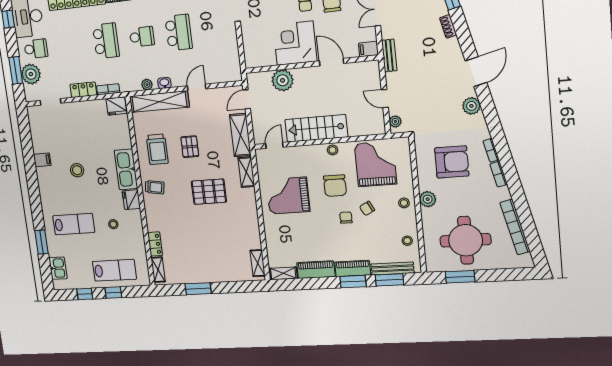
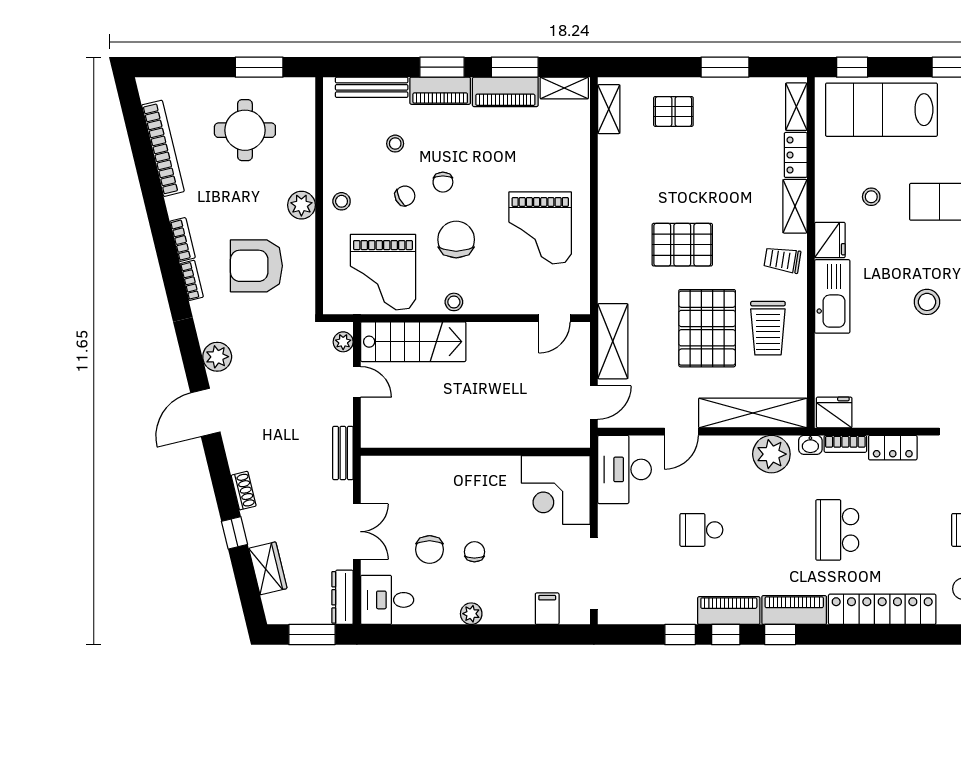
school desk: (179, 33) -> (701, 530), width x0.54
school desk: (142, 37) -> (769, 530), removed
corner desk: (295, 43) -> (556, 490), moved, turned 90
filing cabinet: (368, 49) -> (376, 467), removed
door: (331, 62) -> (440, 452), removed
desk: (225, 63) -> (625, 469), added
plant: (283, 80) -> (527, 429), removed
washbasin: (164, 83) -> (810, 445), moved
plant: (147, 85) -> (771, 454), width x1.88, depth x1.88
stairs: (316, 128) -> (413, 342), moved
pallet: (190, 147) -> (707, 328), width x2.05, depth x2.00
trolley: (157, 149) -> (768, 328), turned 180
shelving: (246, 172) -> (795, 206), moved
grand piano: (288, 196) -> (540, 228), turned 90
round table: (466, 240) -> (245, 130), width x0.73, depth x0.73
stool: (407, 241) -> (395, 144), moved
pallet: (222, 264) -> (673, 111), added
lab bench: (114, 270) -> (881, 110), width x1.36, depth x1.39
window: (389, 280) -> (515, 67), moved
window: (113, 293) -> (852, 67), moved

